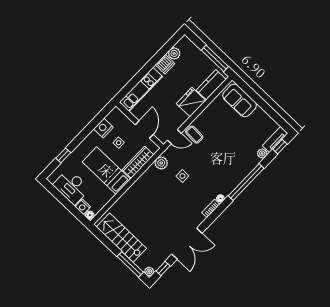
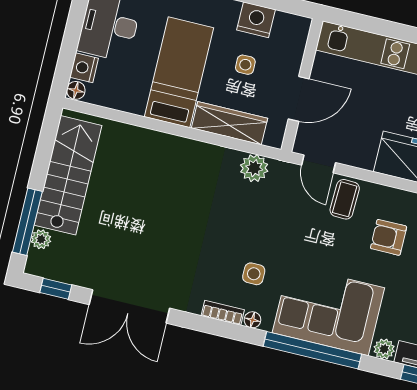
armchair: (219, 126) -> (389, 237), added
corner sofa: (234, 166) -> (328, 310), added
side table: (182, 176) -> (254, 274), moved
plant: (149, 272) -> (41, 239), moved

